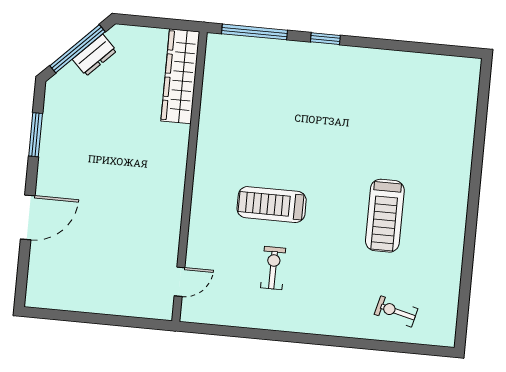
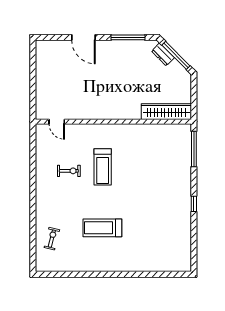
window: (325, 39) -> (194, 204), moved
dresser: (95, 55) -> (163, 54), moved
window: (36, 135) -> (128, 37), width x1.44
treadmill: (272, 205) -> (103, 167), turned 180

